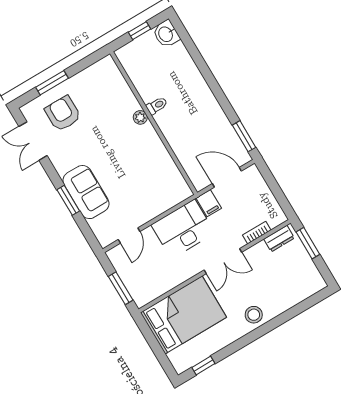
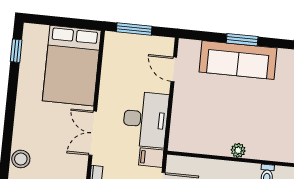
plant: (140, 117) -> (238, 150), moved
sofa: (86, 192) -> (238, 60), width x1.36
stool: (254, 315) -> (21, 159), moved

